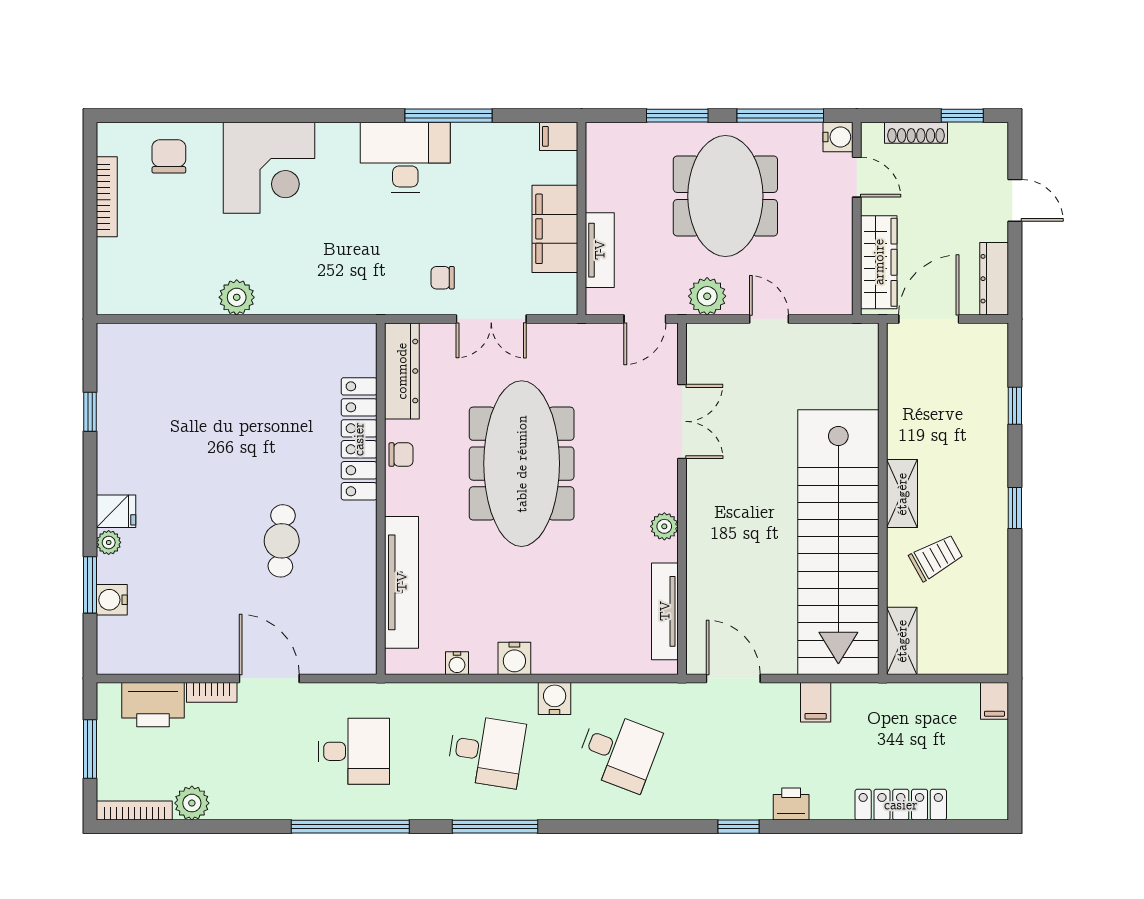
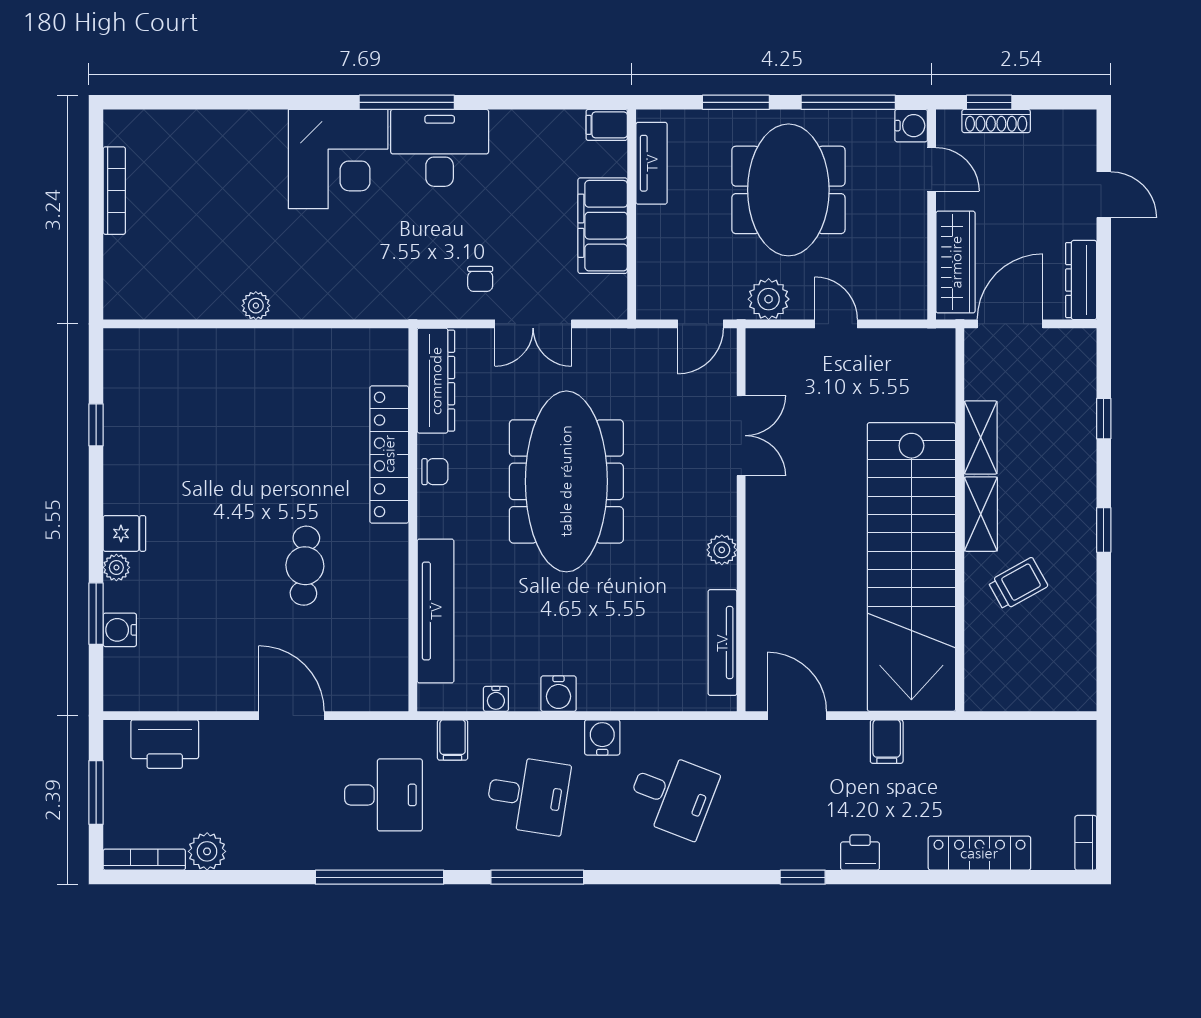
window: (448, 116) -> (407, 102), moved
window: (962, 116) -> (989, 102), moved
chair: (169, 156) -> (182, 147), removed
corner desk: (269, 168) -> (338, 159), moved
tv unit: (600, 250) -> (652, 163), moved
chair: (443, 278) -> (480, 279), turned -90
plant: (237, 297) -> (256, 306), width x0.73, depth x0.73
shelving: (902, 641) -> (981, 437), moved
bookcase: (212, 692) -> (1086, 843), moved, turned 90
filing cabinet: (994, 701) -> (453, 740), moved

